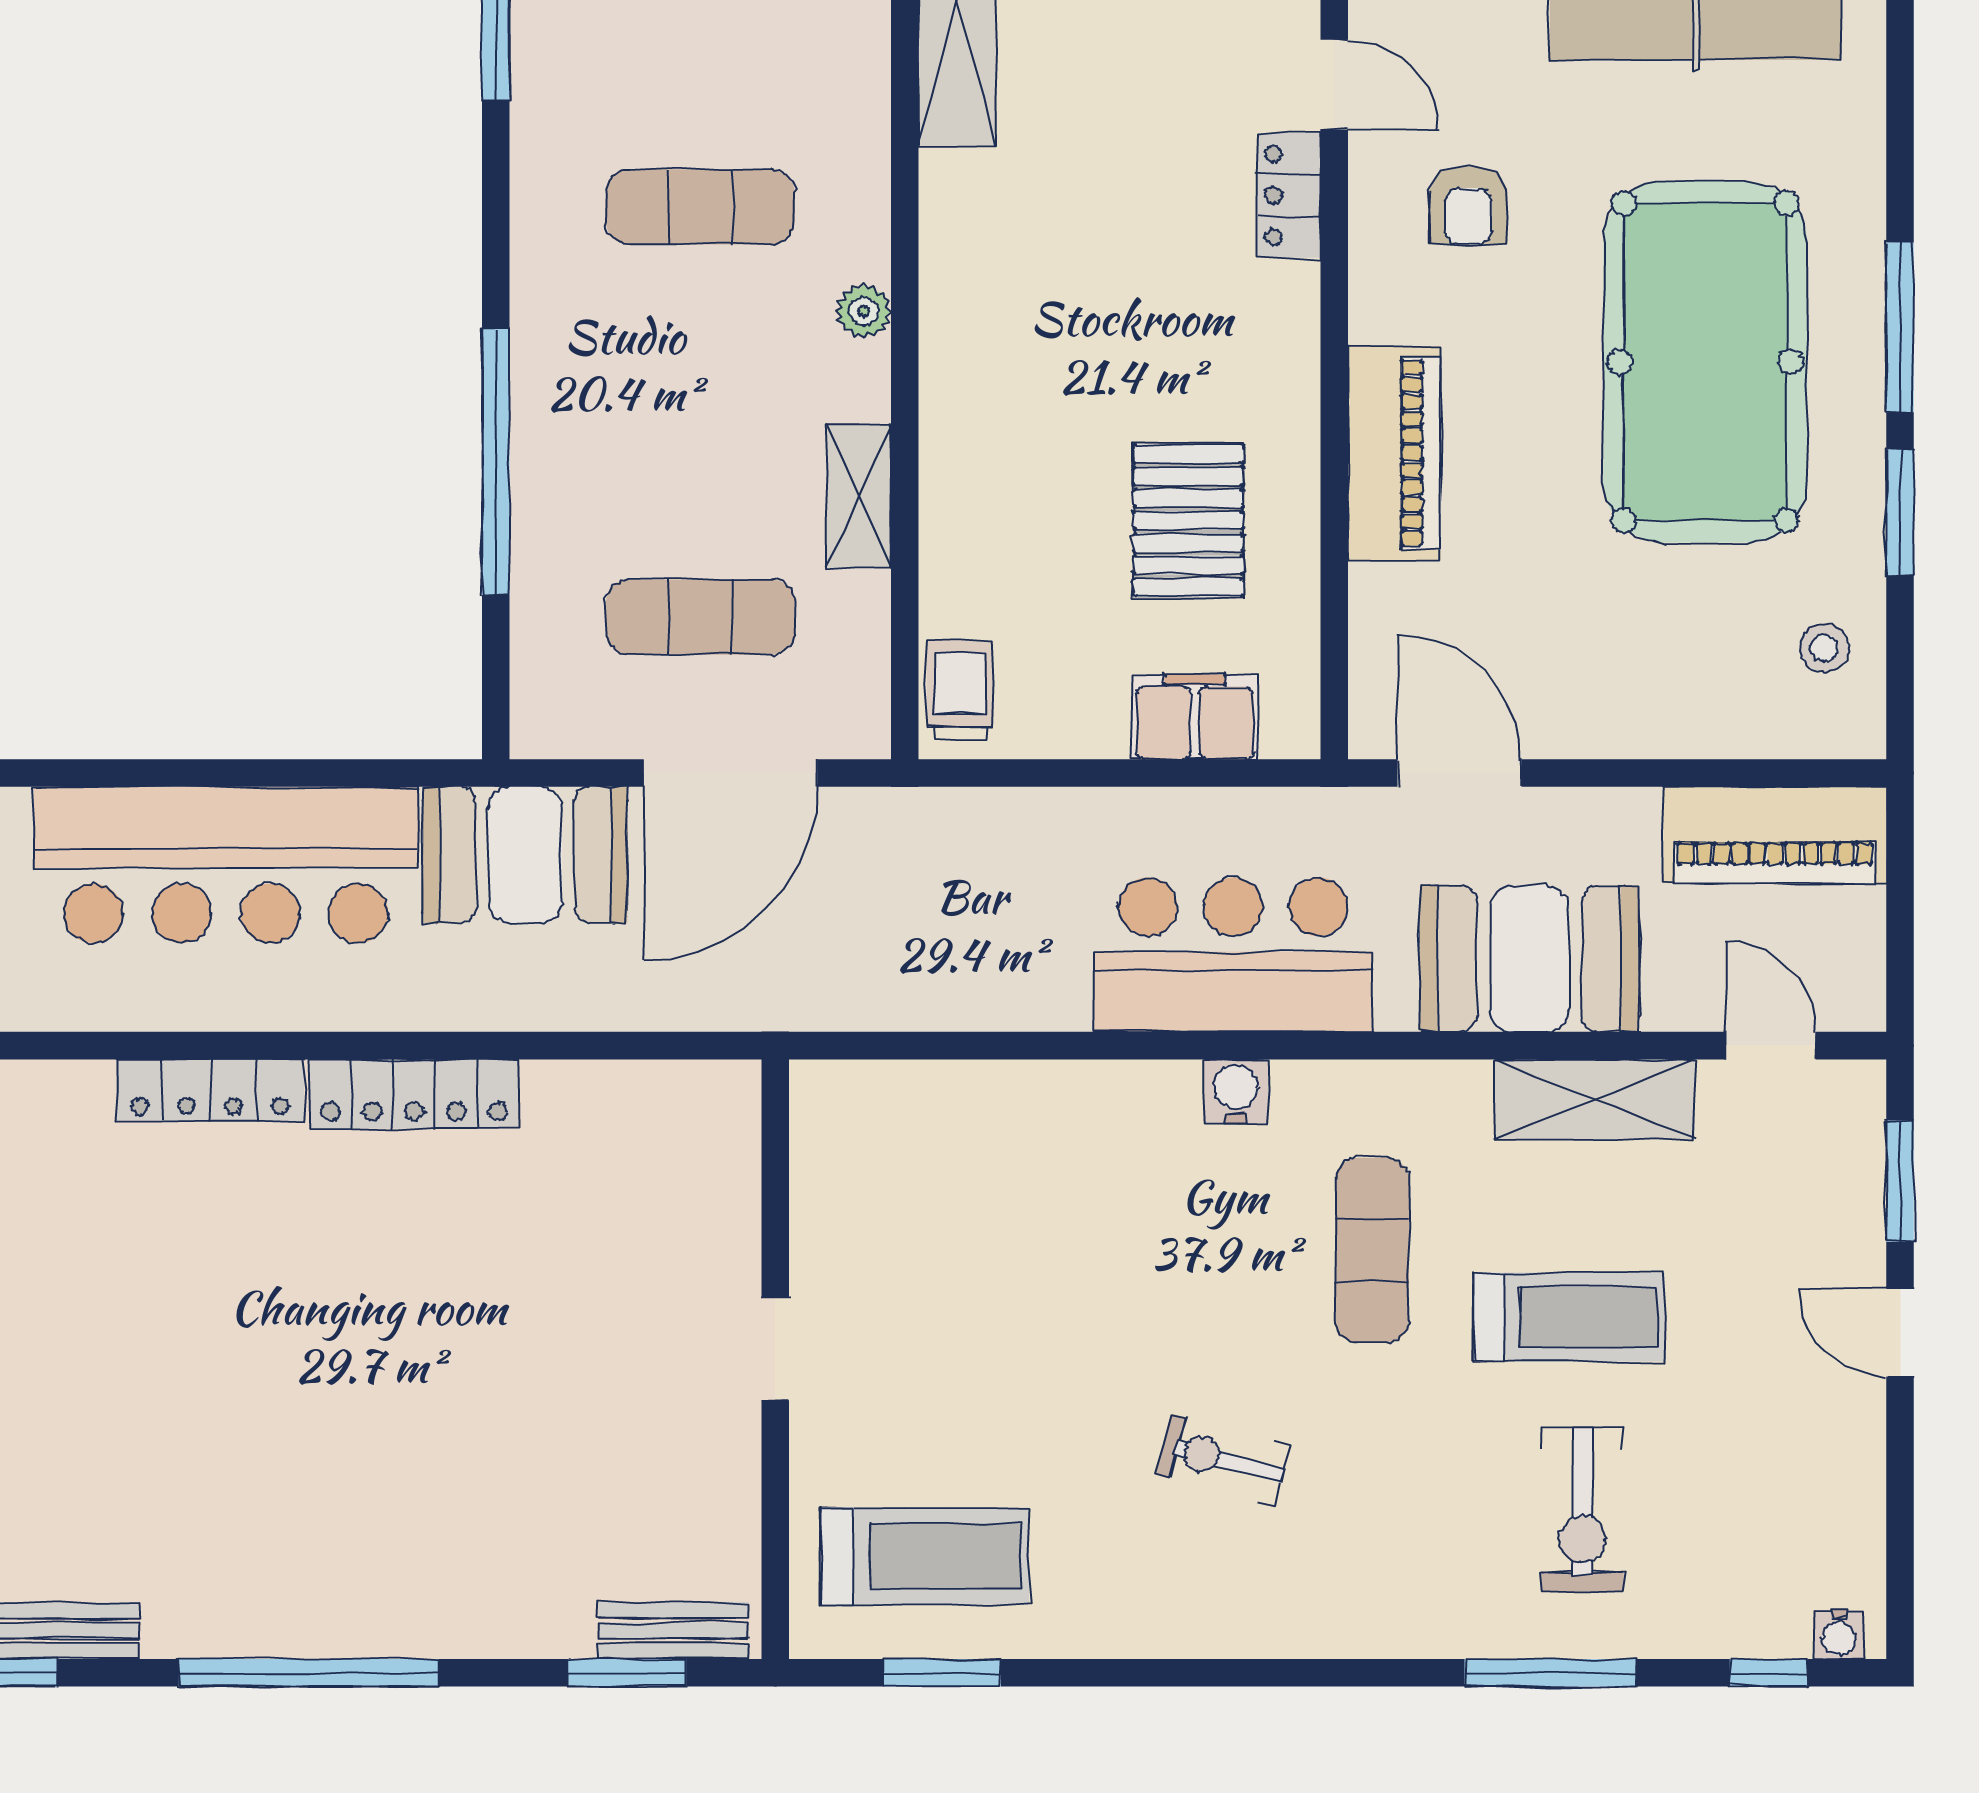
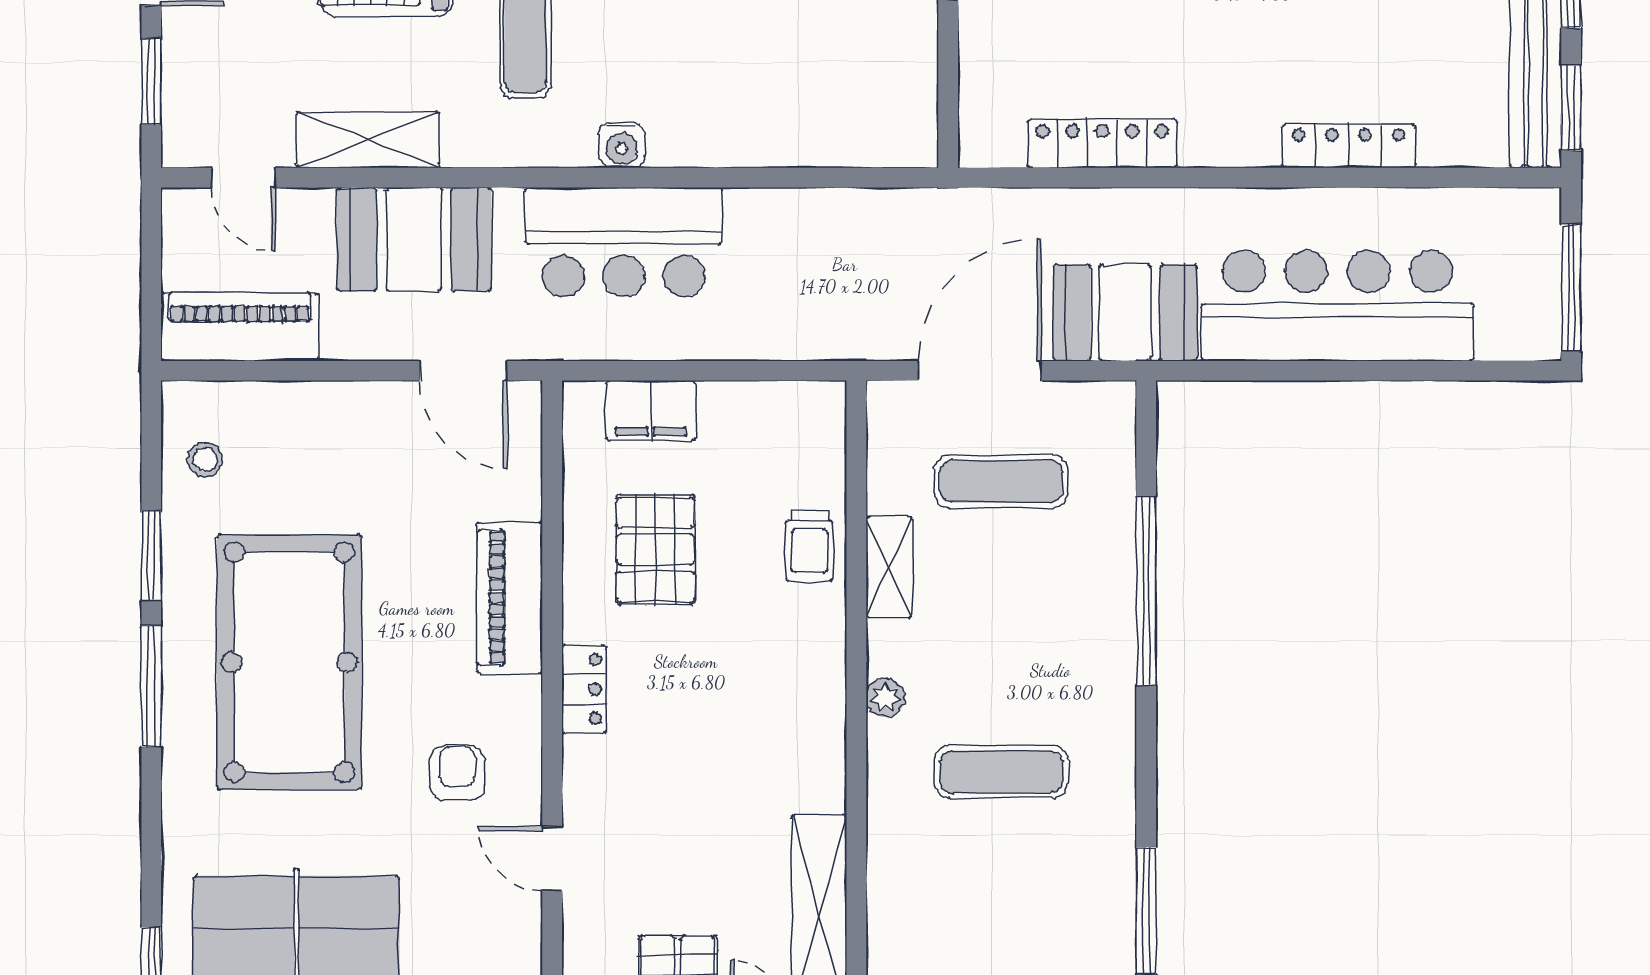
locker: (1289, 195) -> (584, 689), moved
trolley: (960, 690) -> (809, 546), moved
locker: (414, 1094) -> (1102, 143), moved

